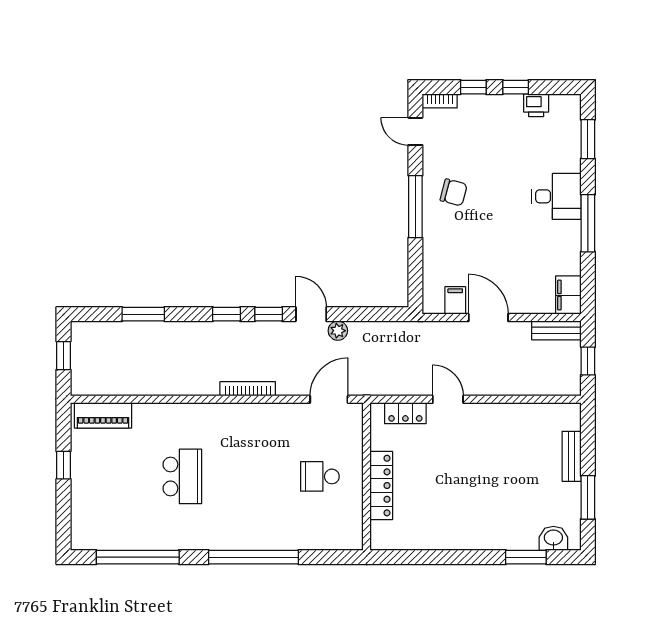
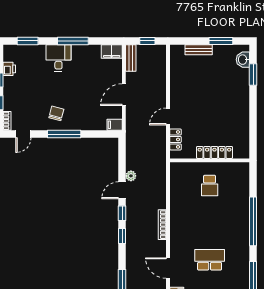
filing cabinet: (455, 300) -> (115, 125), moved
door: (329, 399) -> (168, 268), moved

